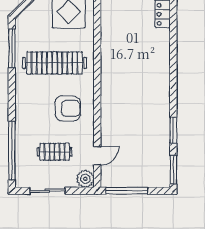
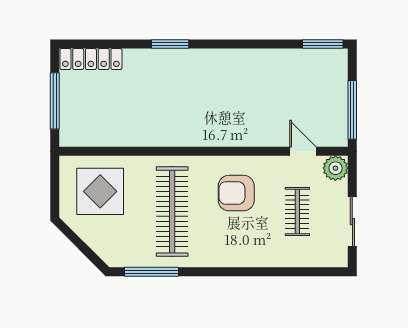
armchair: (68, 108) -> (236, 193), turned -90
window: (173, 130) -> (170, 44), moved
window: (12, 151) -> (296, 272), removed

